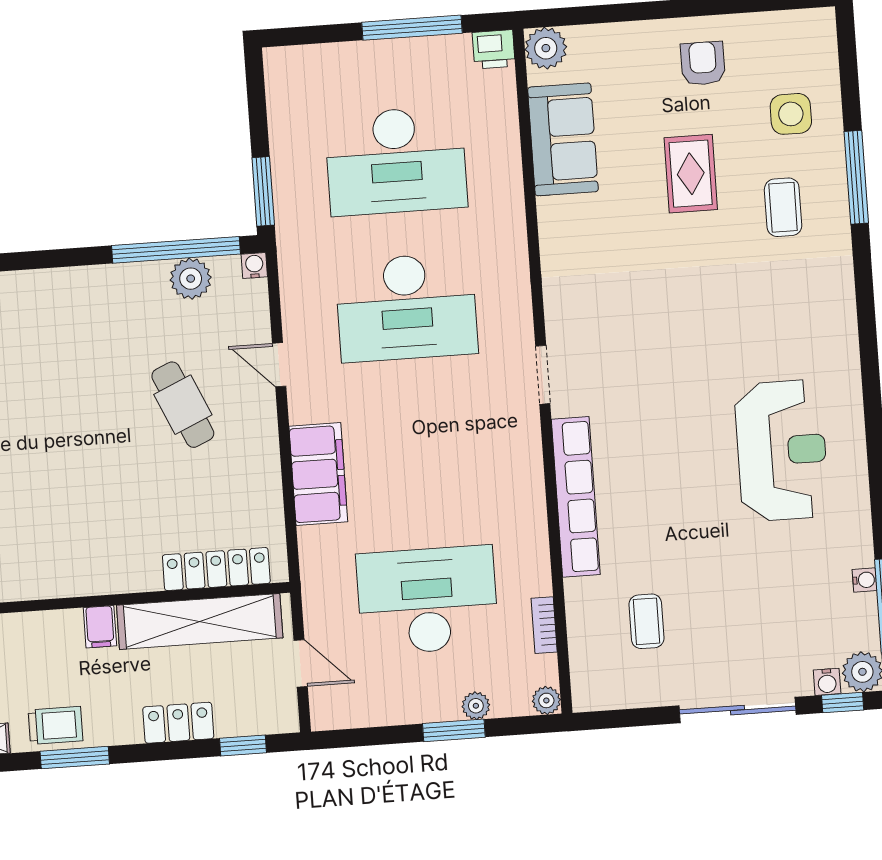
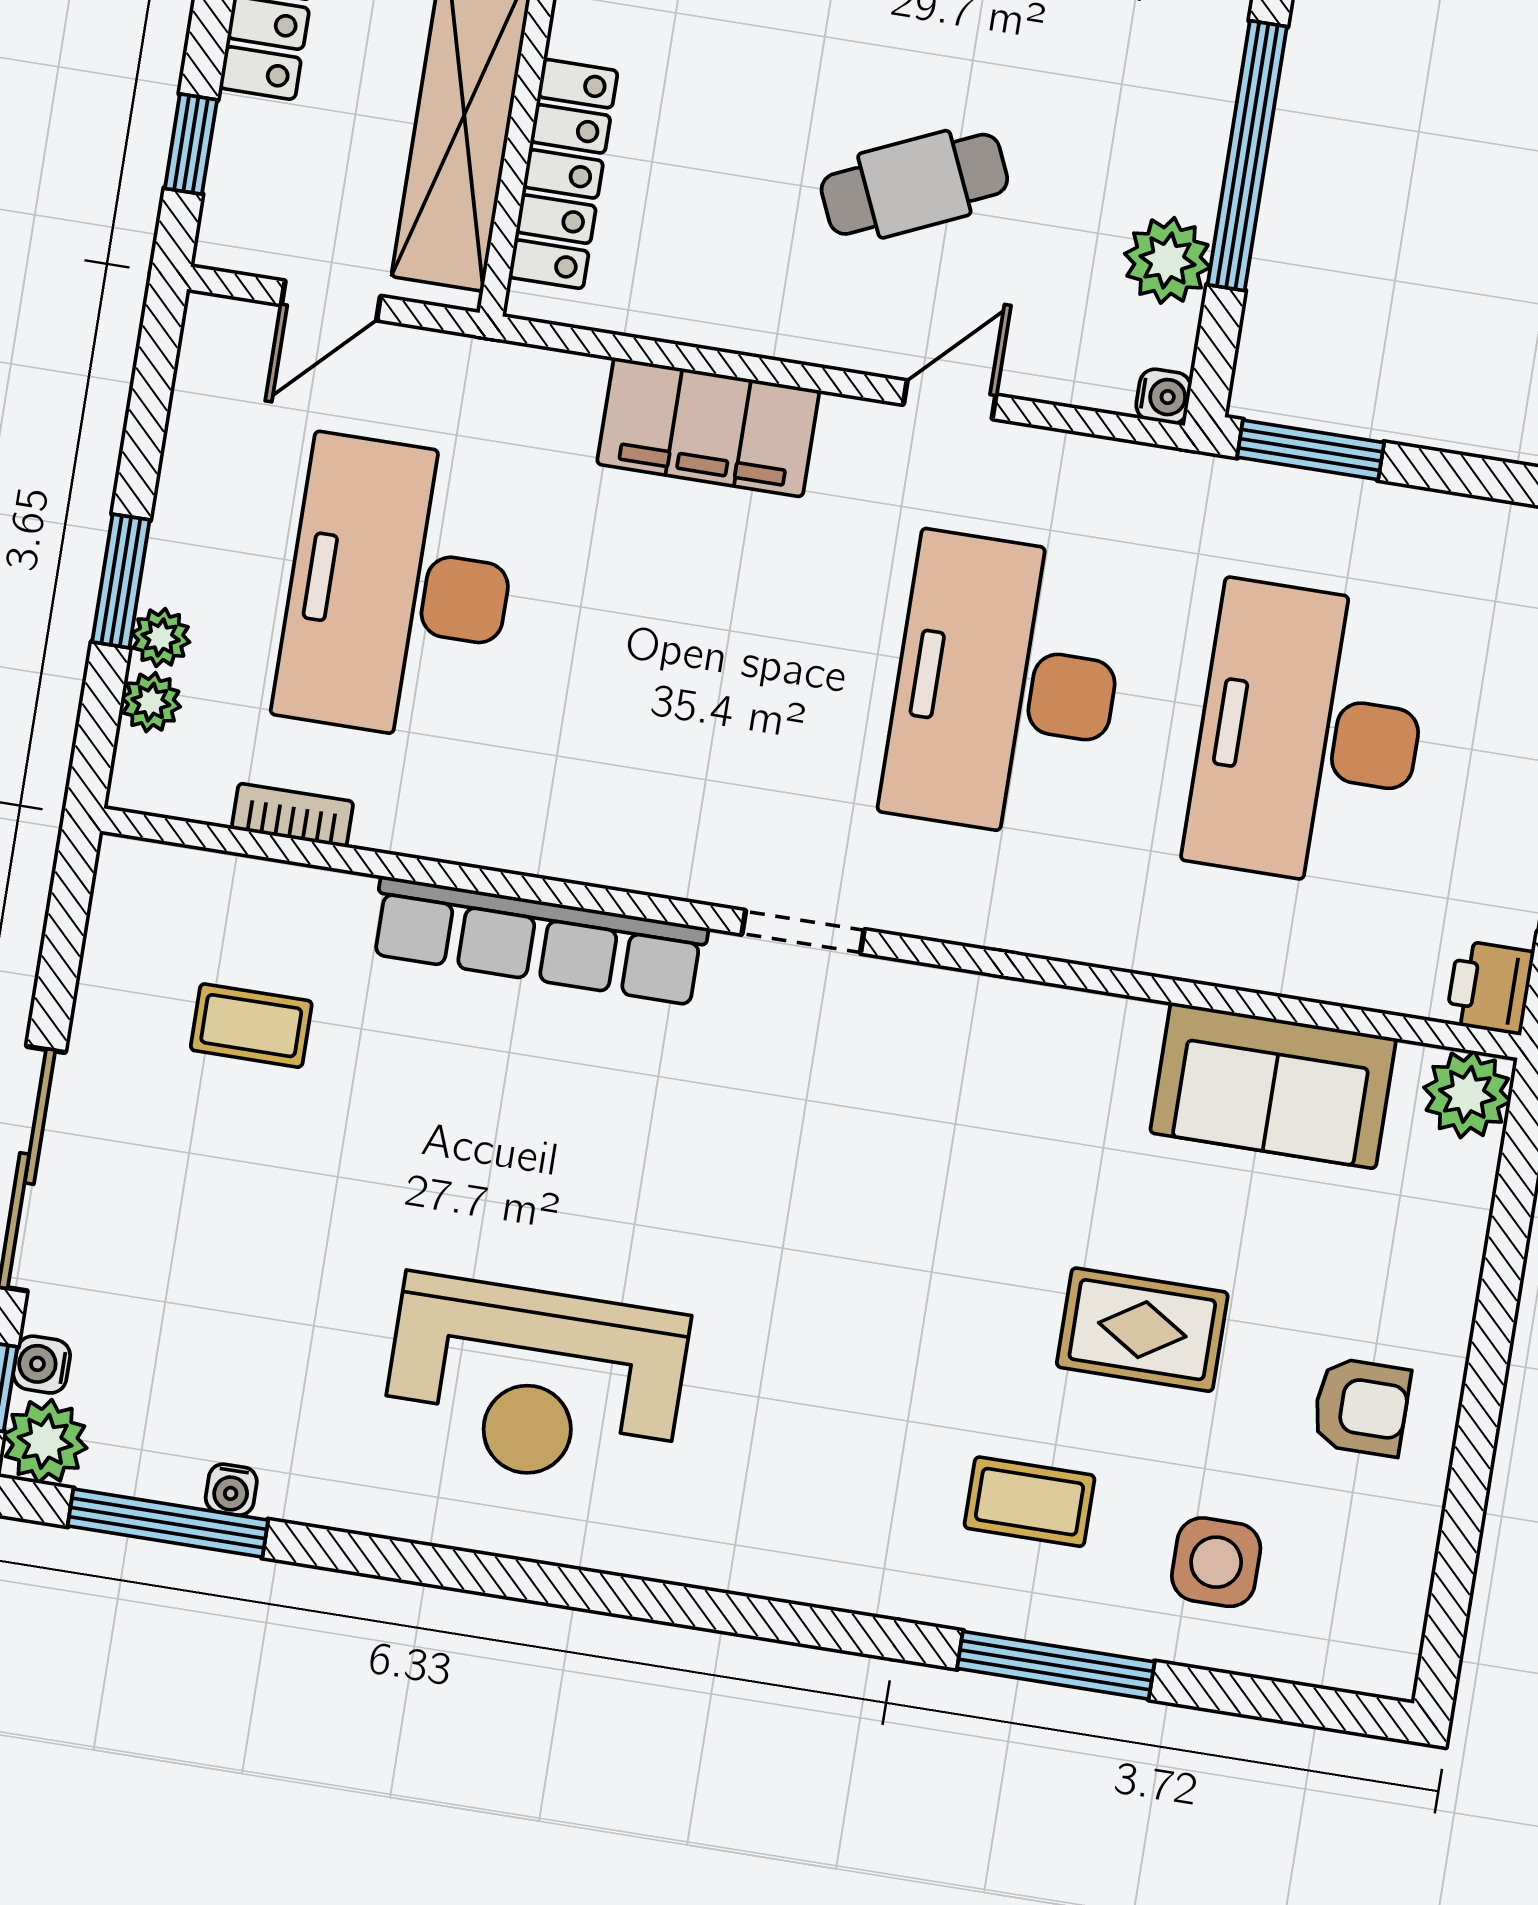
window: (176, 250) -> (1247, 156), moved
desk: (427, 600) -> (399, 589), turned 180
plant: (546, 700) -> (151, 702), moved

